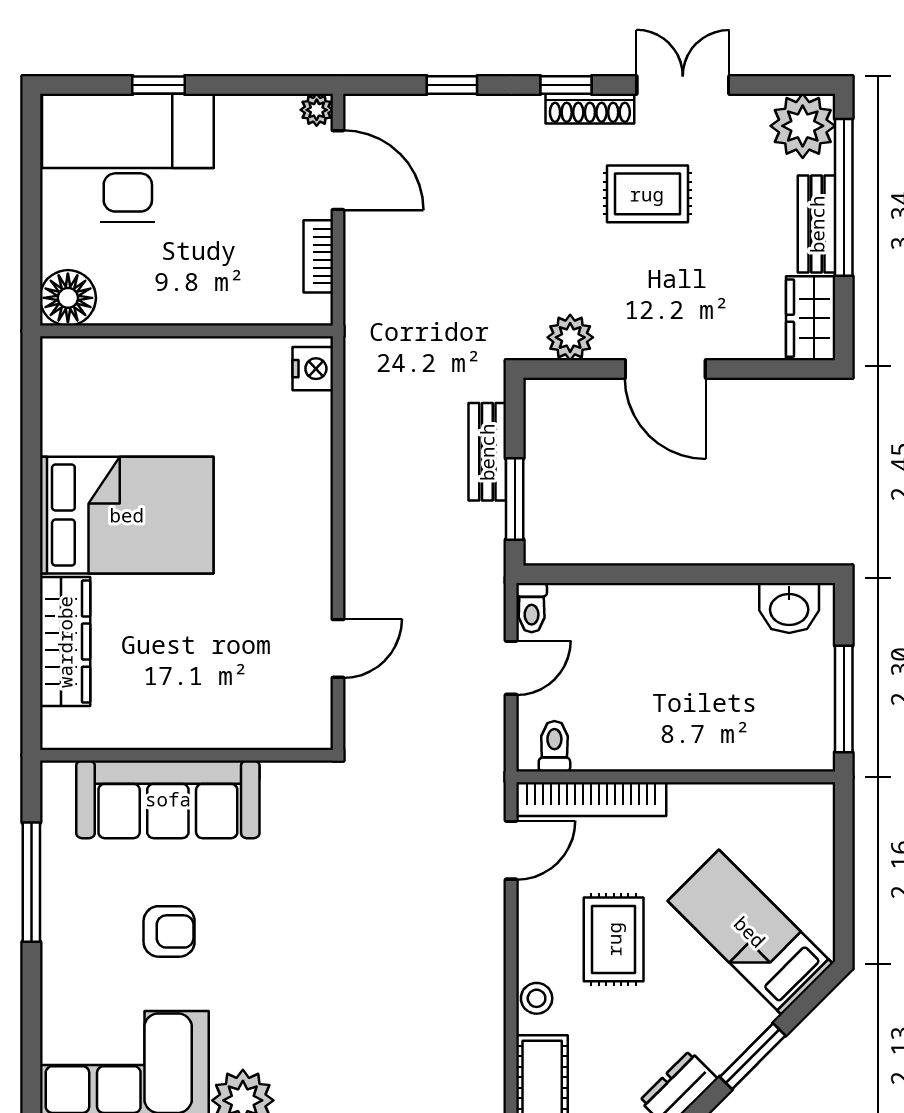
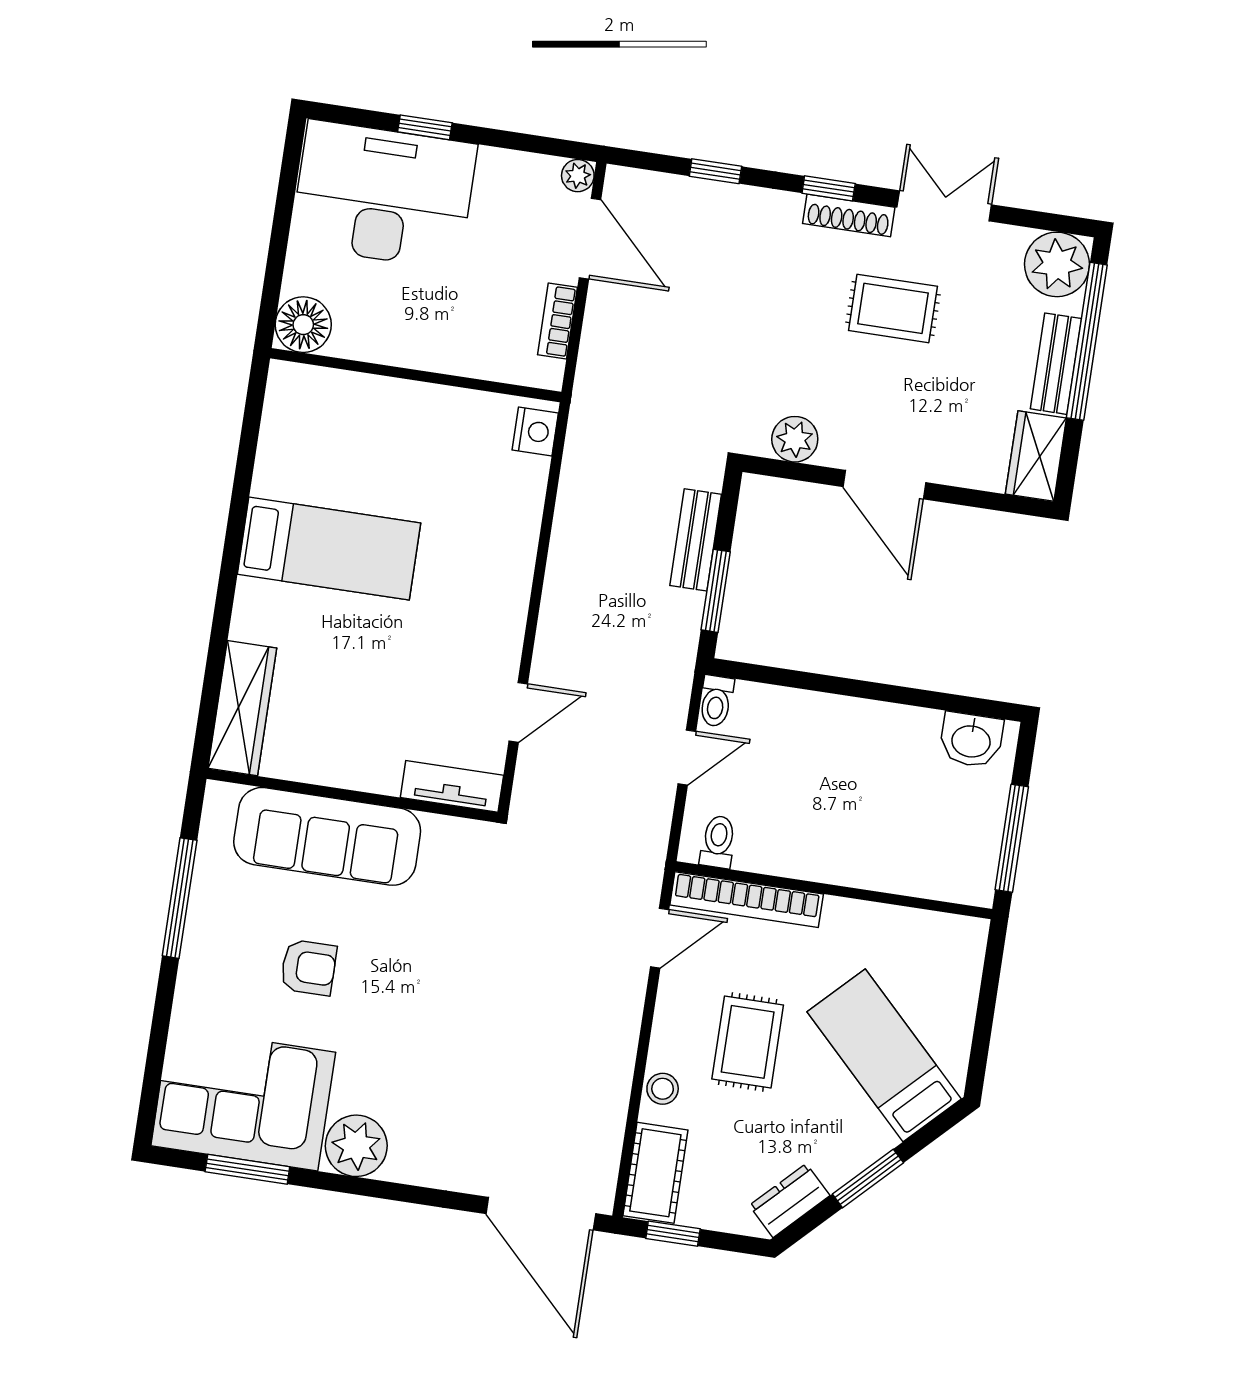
bed: (127, 515) -> (329, 549), width x0.67
wardrobe: (65, 642) -> (242, 708), moved
tv unit: (284, 731) -> (452, 786), added

